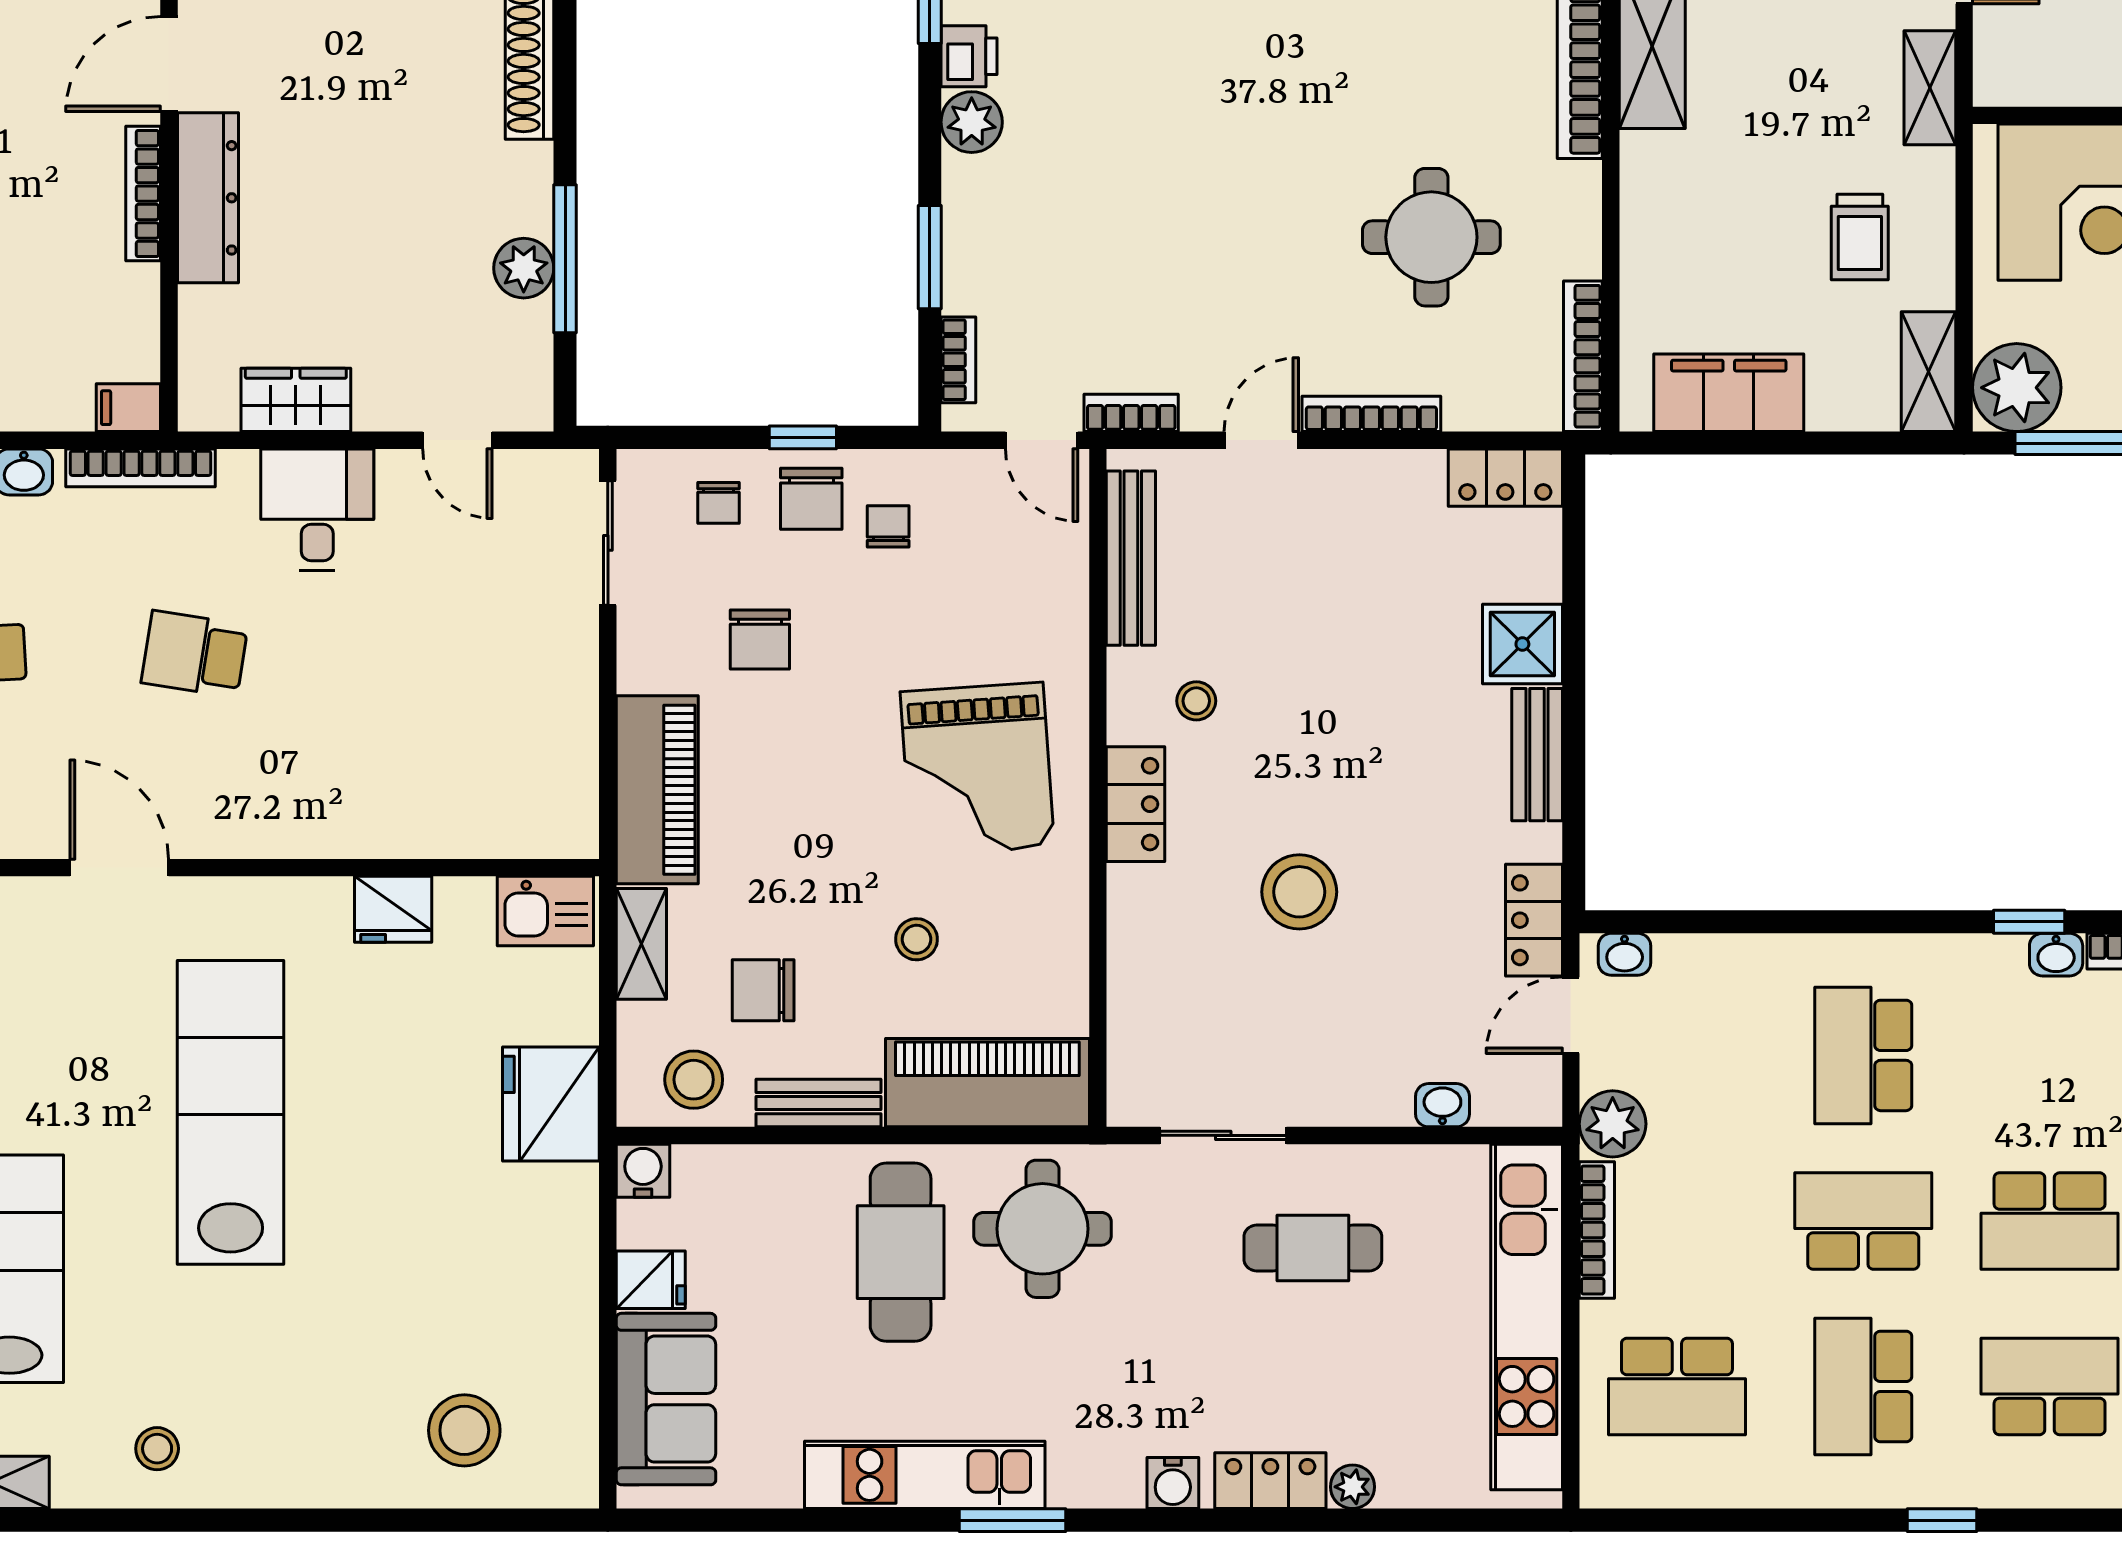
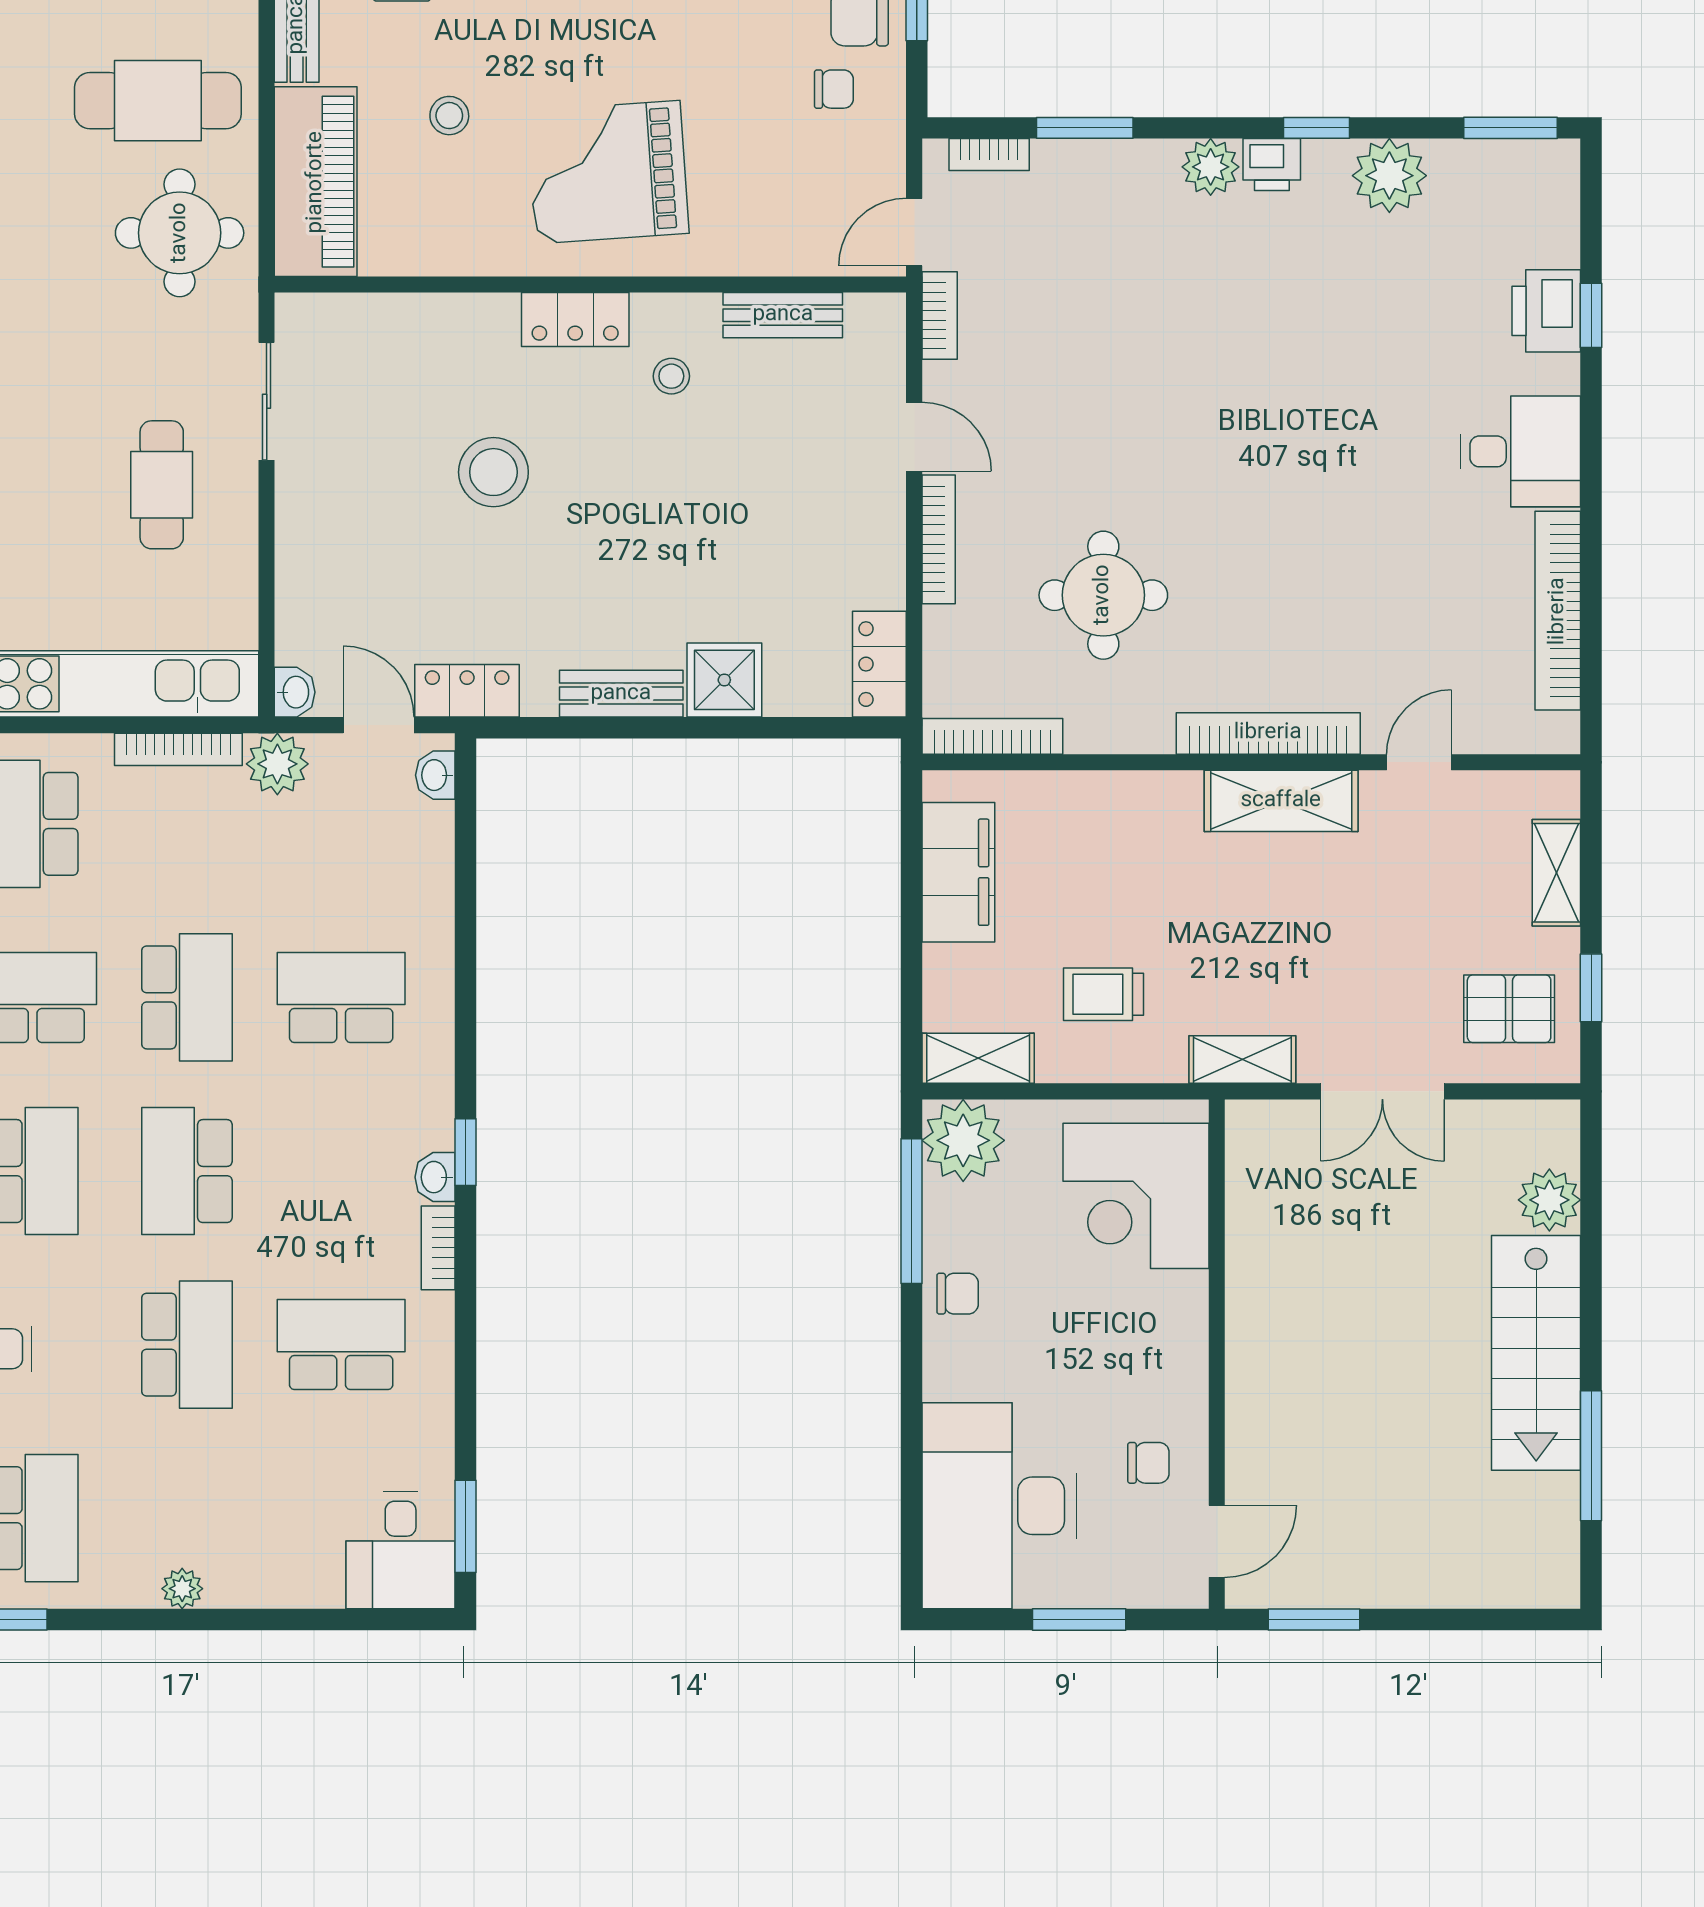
bench: (1131, 558) -> (783, 315), width x0.73
washbasin: (1442, 1105) -> (295, 692), moved

